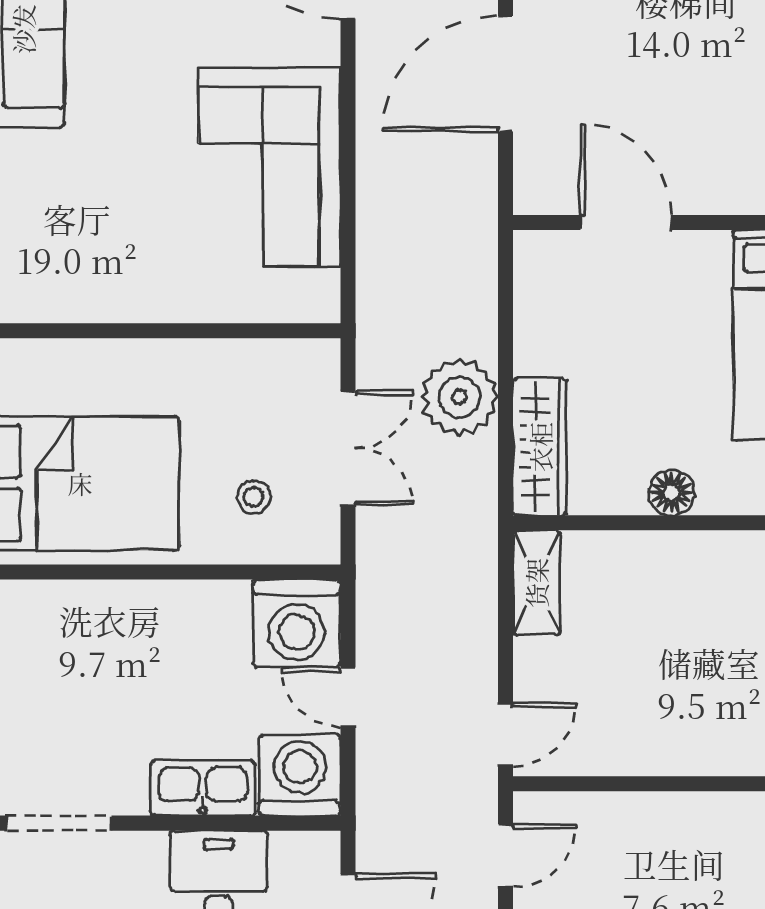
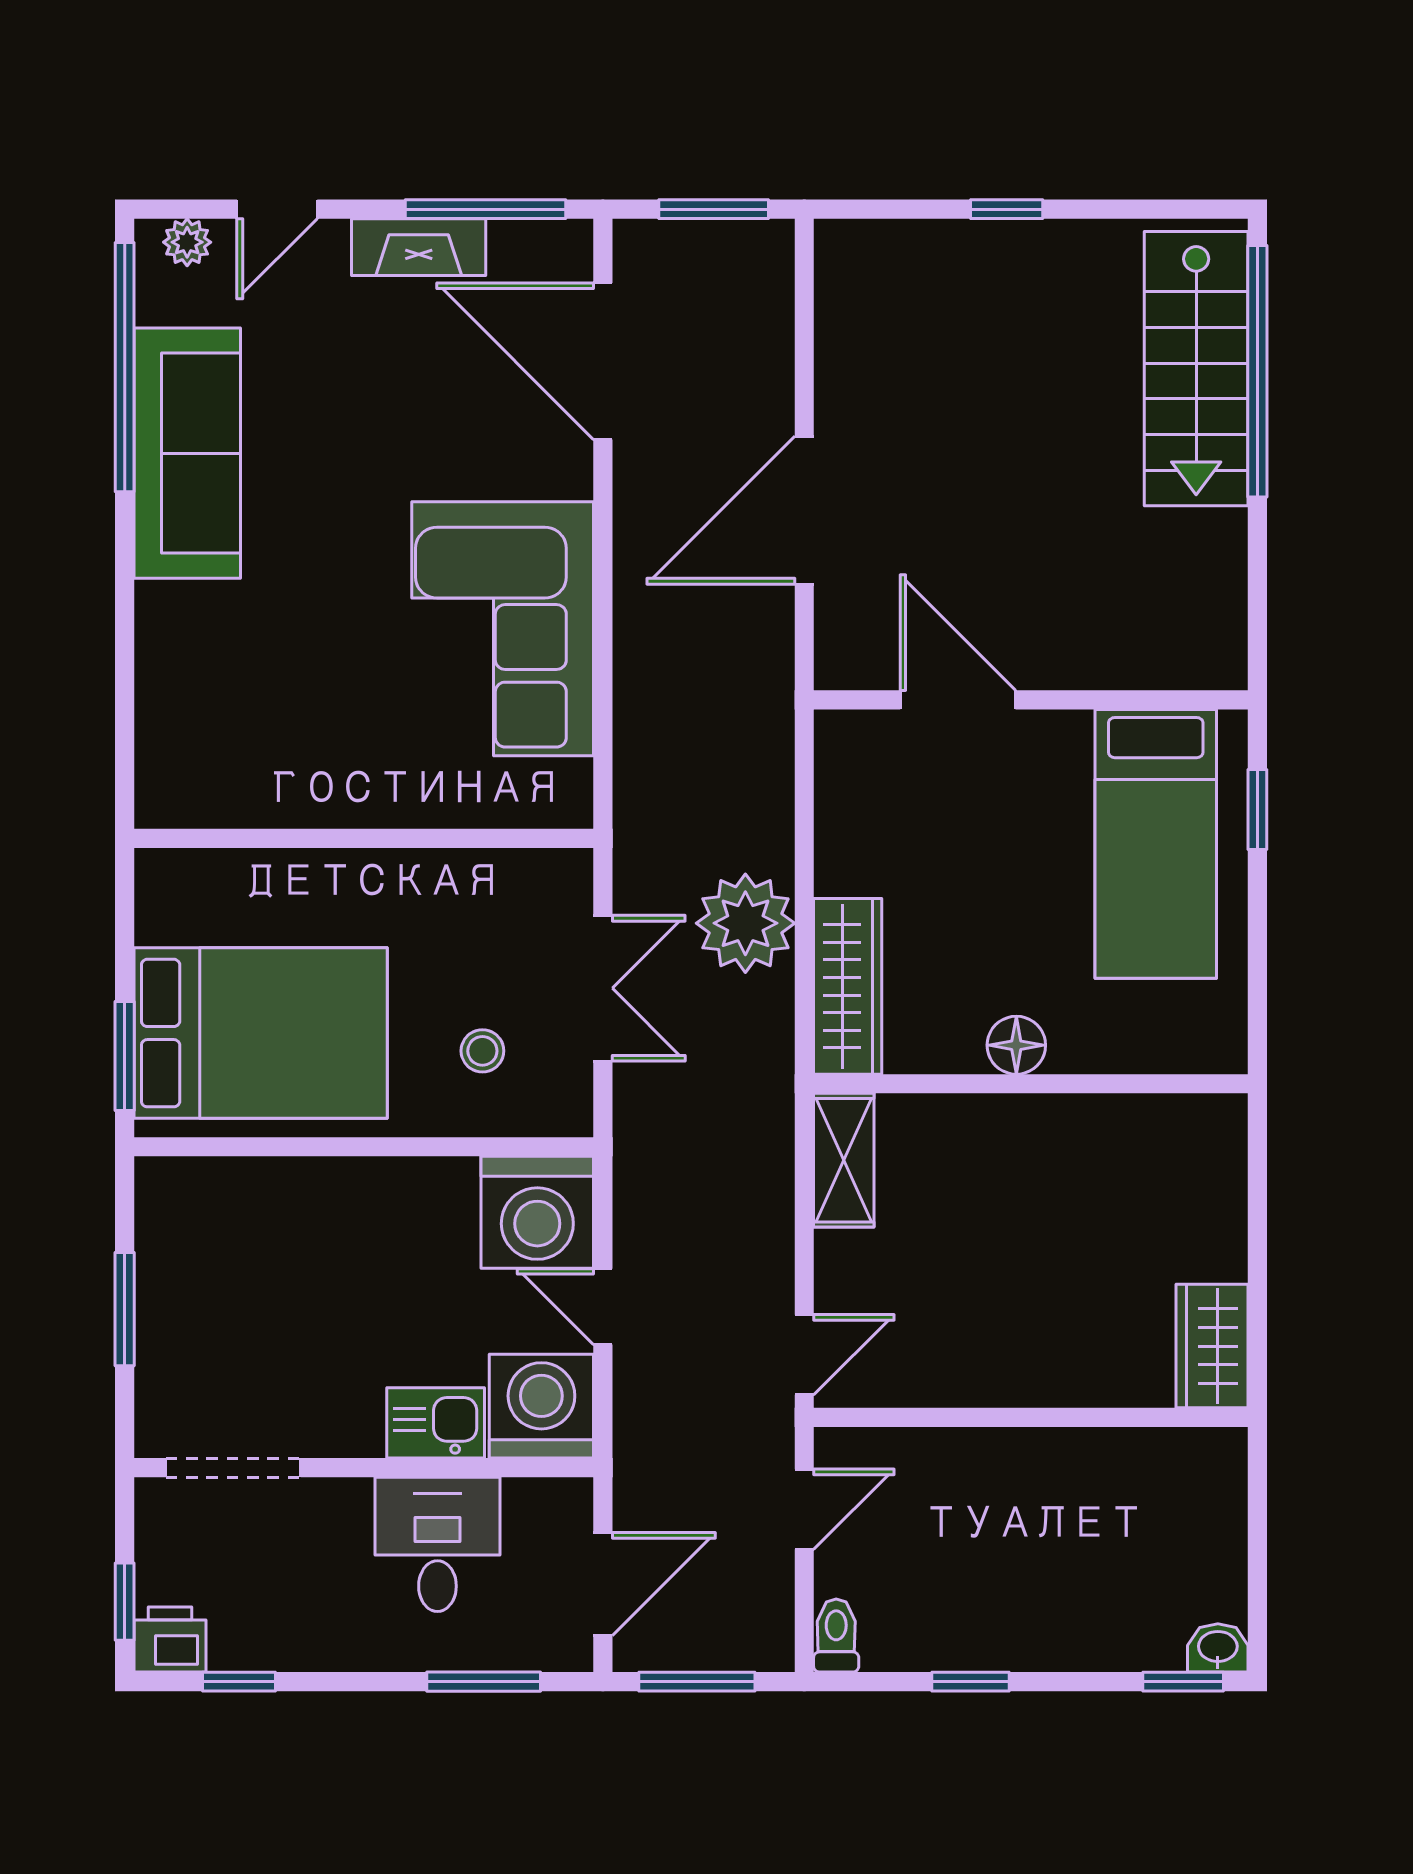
kitchen sink: (203, 788) -> (436, 1423), width x0.73

